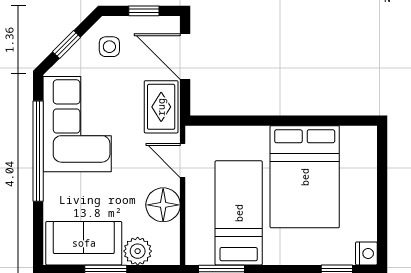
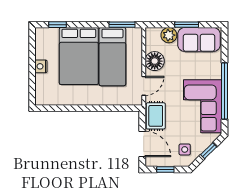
door: (183, 161) -> (144, 86), hinge flipped
bed: (305, 177) -> (79, 56), moved, turned 180
nightstand: (366, 253) -> (41, 66), moved

